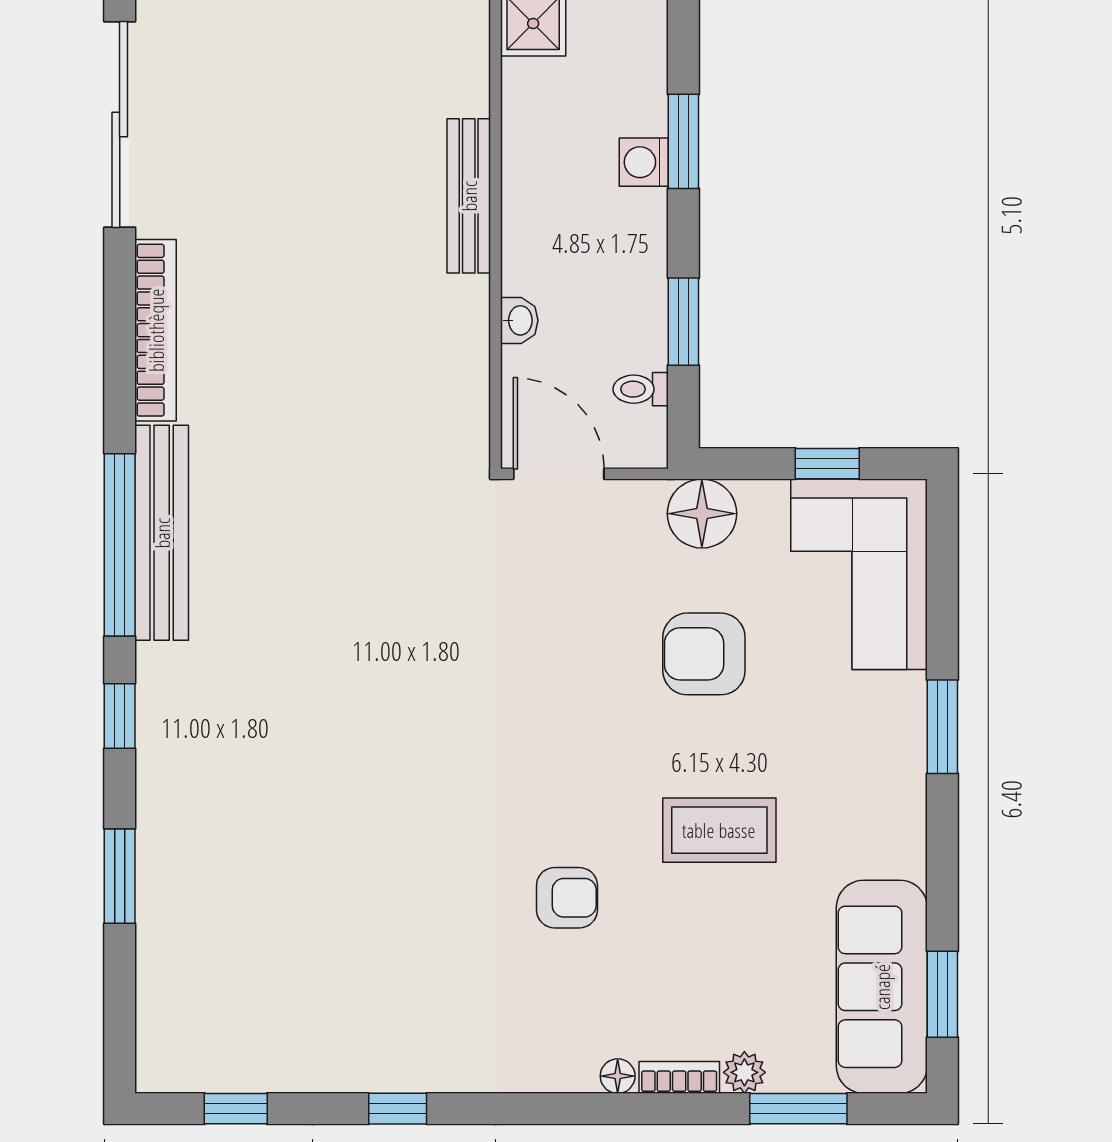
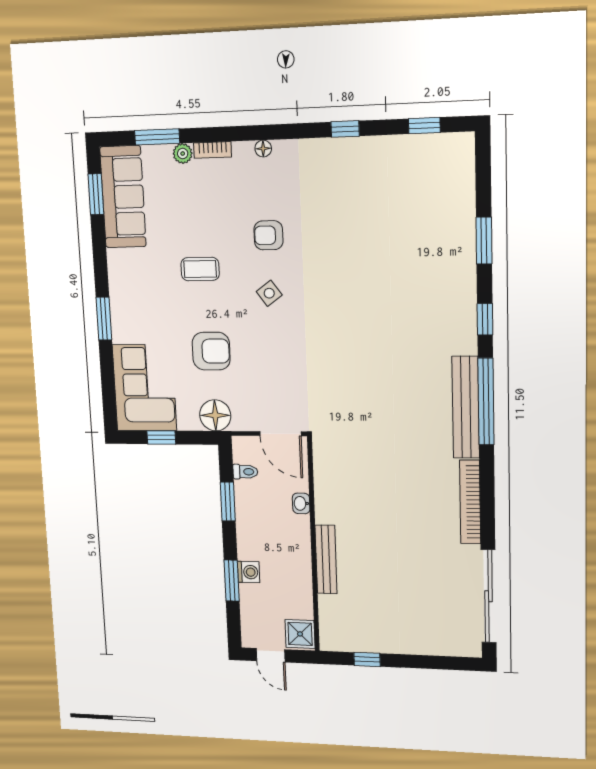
side table: (571, 776) -> (269, 293), added
coffee table: (719, 830) -> (200, 269), width x0.73, depth x0.77
floor lamp: (618, 1076) -> (263, 149), moved

